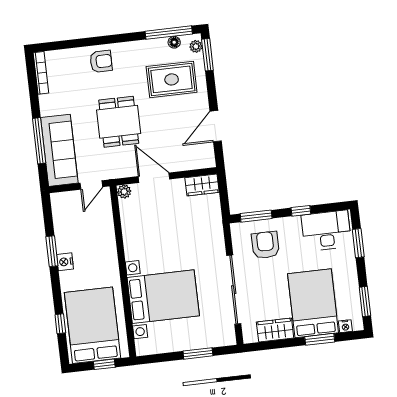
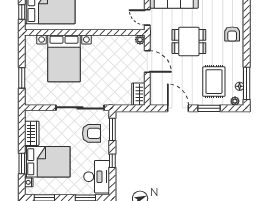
window: (207, 55) -> (209, 108), moved
door: (154, 178) -> (147, 61), hinge flipped
sliding door: (234, 290) -> (80, 108), moved

